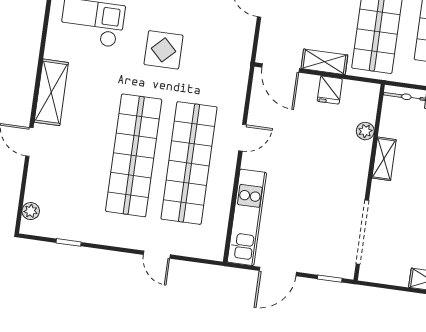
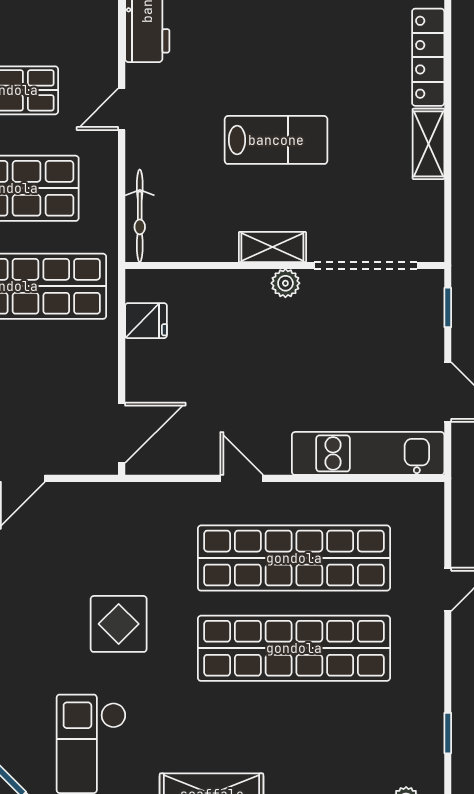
shelving: (324, 62) -> (102, 364), removed
fridge: (330, 90) -> (146, 321), moved
plant: (365, 131) -> (285, 283), moved
shelving: (384, 159) -> (272, 247), moved

